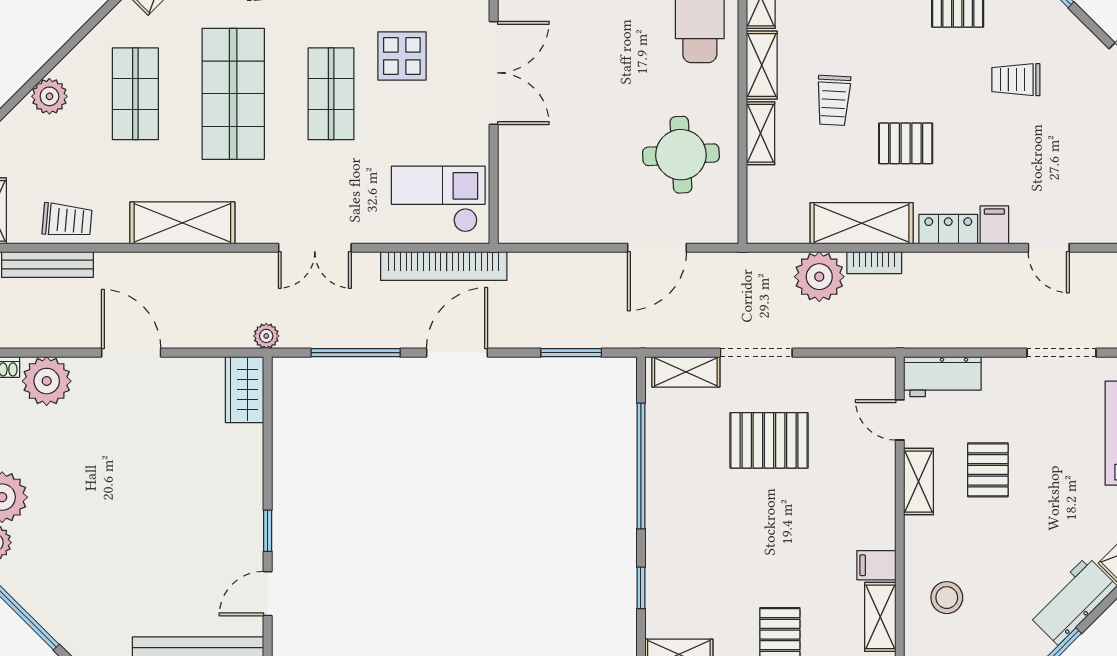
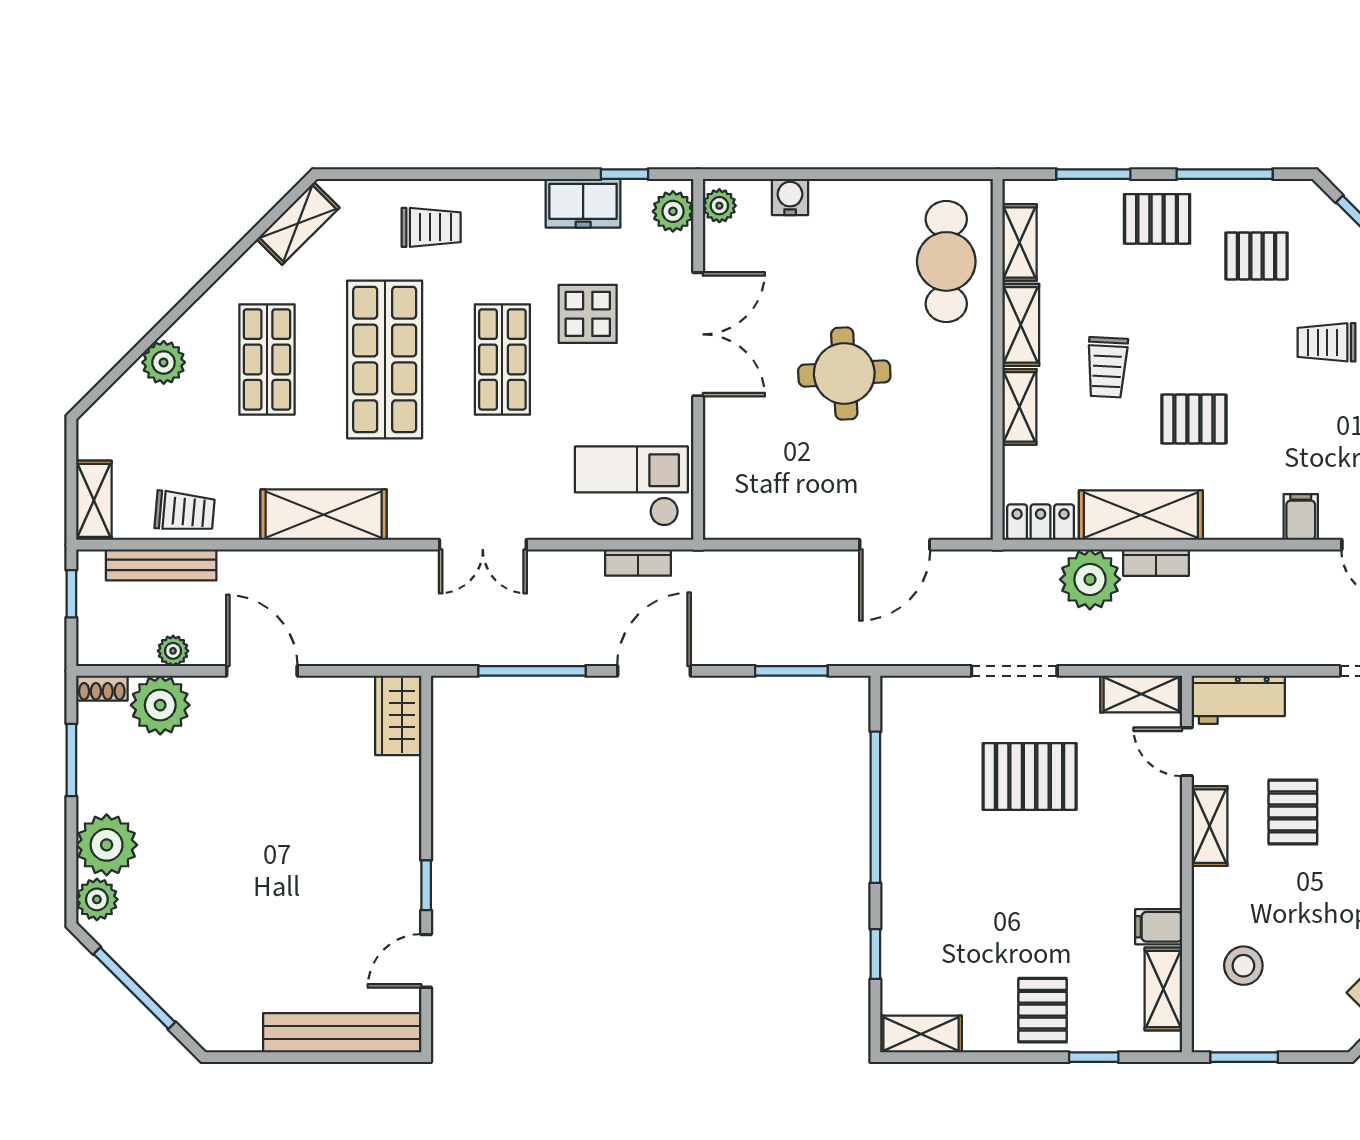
round table: (681, 155) -> (844, 374), moved
locker: (948, 229) -> (1041, 522), moved
bookcase: (444, 266) -> (638, 563), width x0.43, depth x0.76
plant: (266, 336) -> (173, 651), moved
shelving: (686, 372) -> (1141, 694), moved

